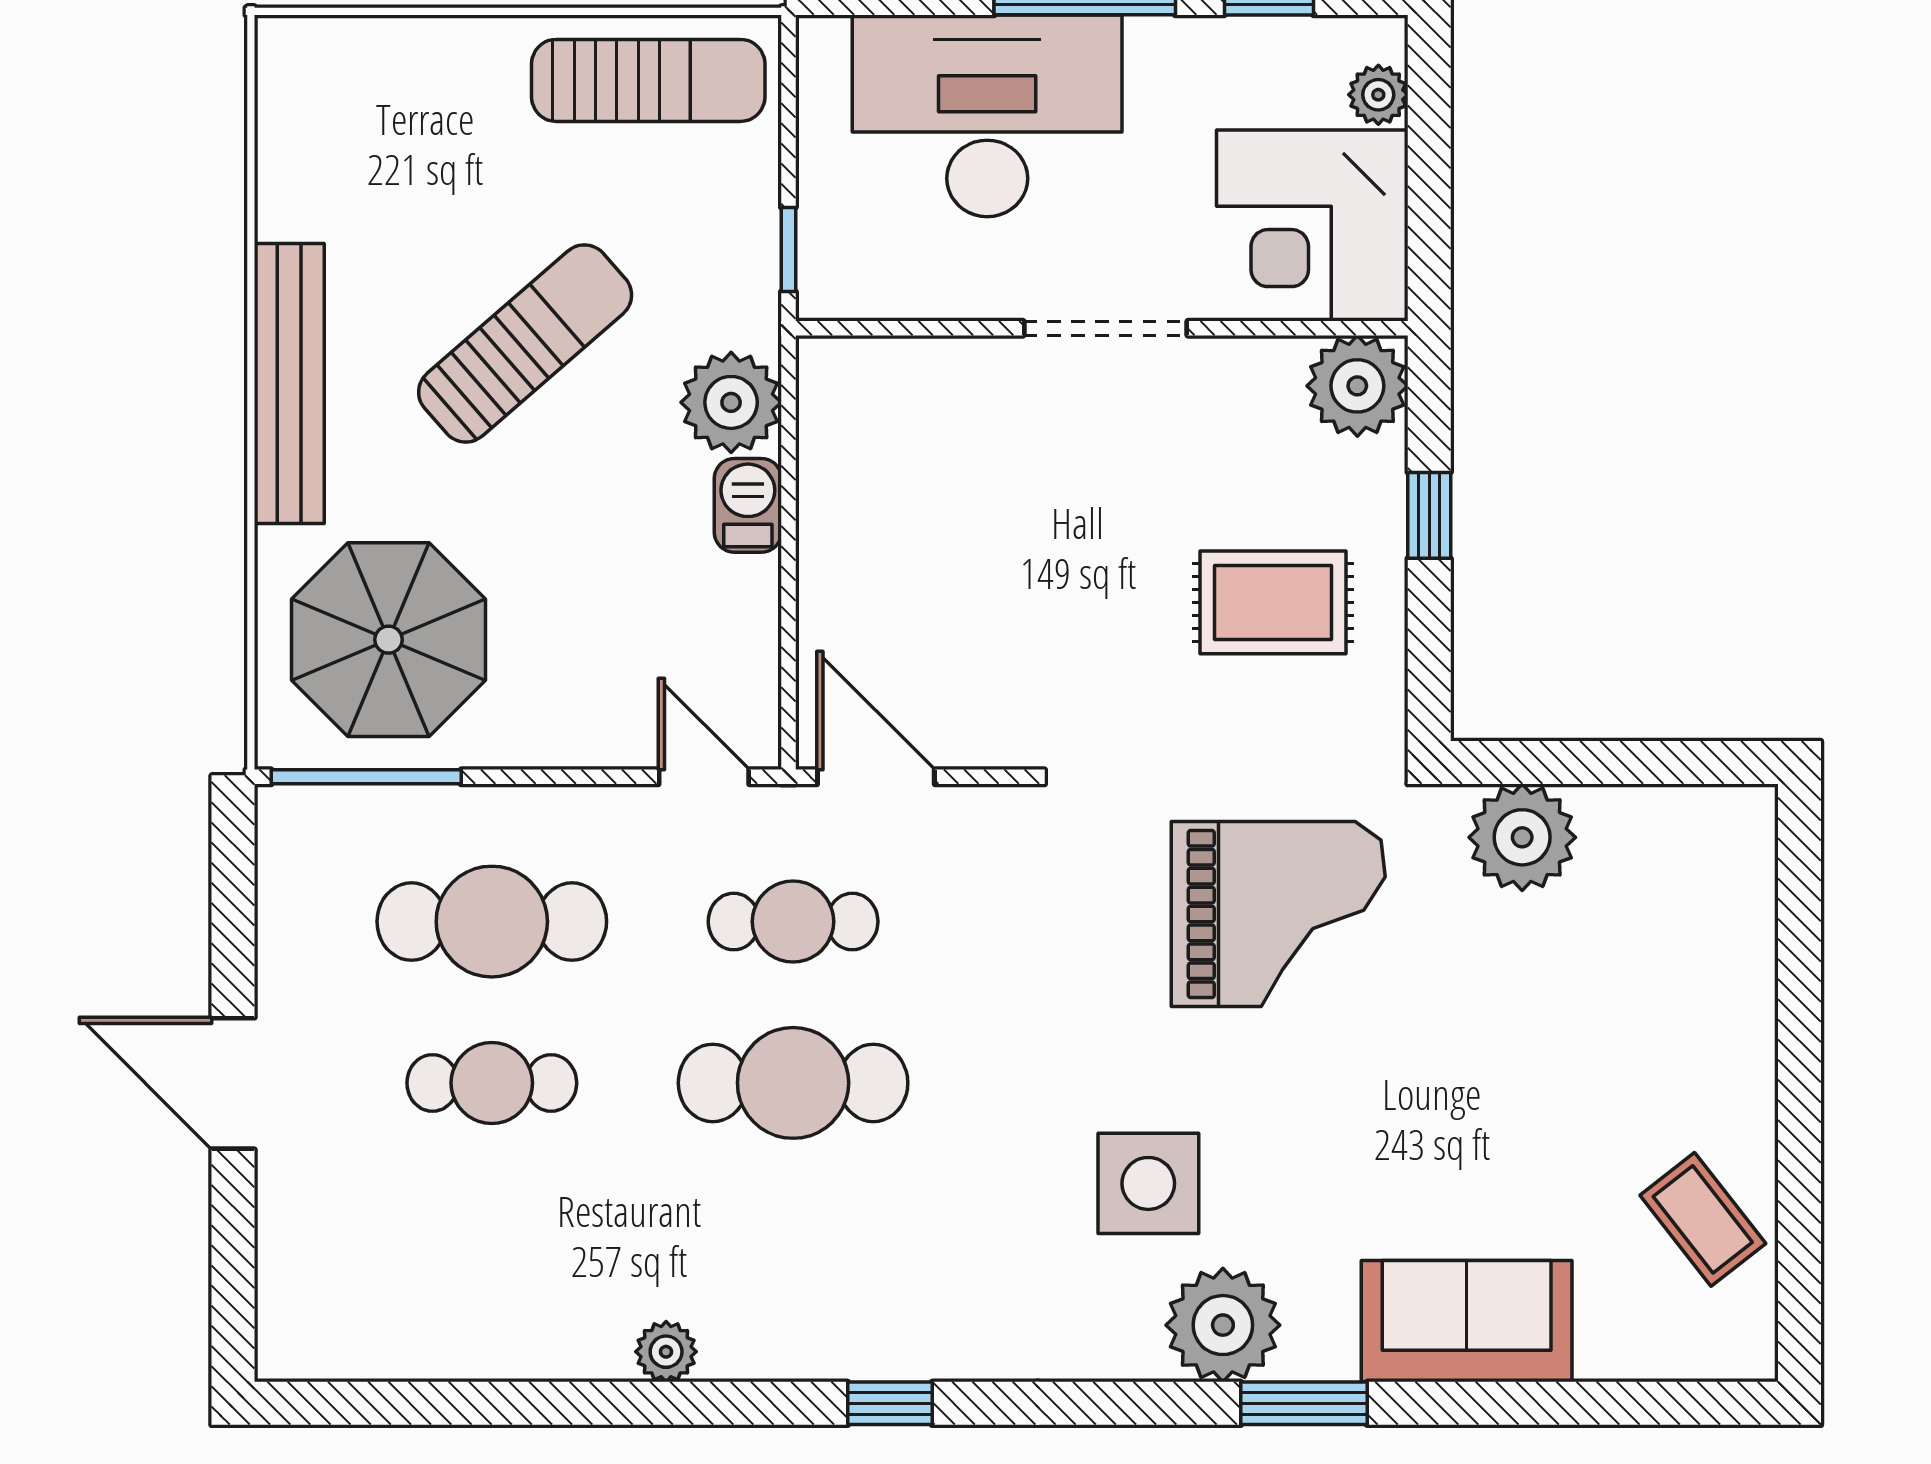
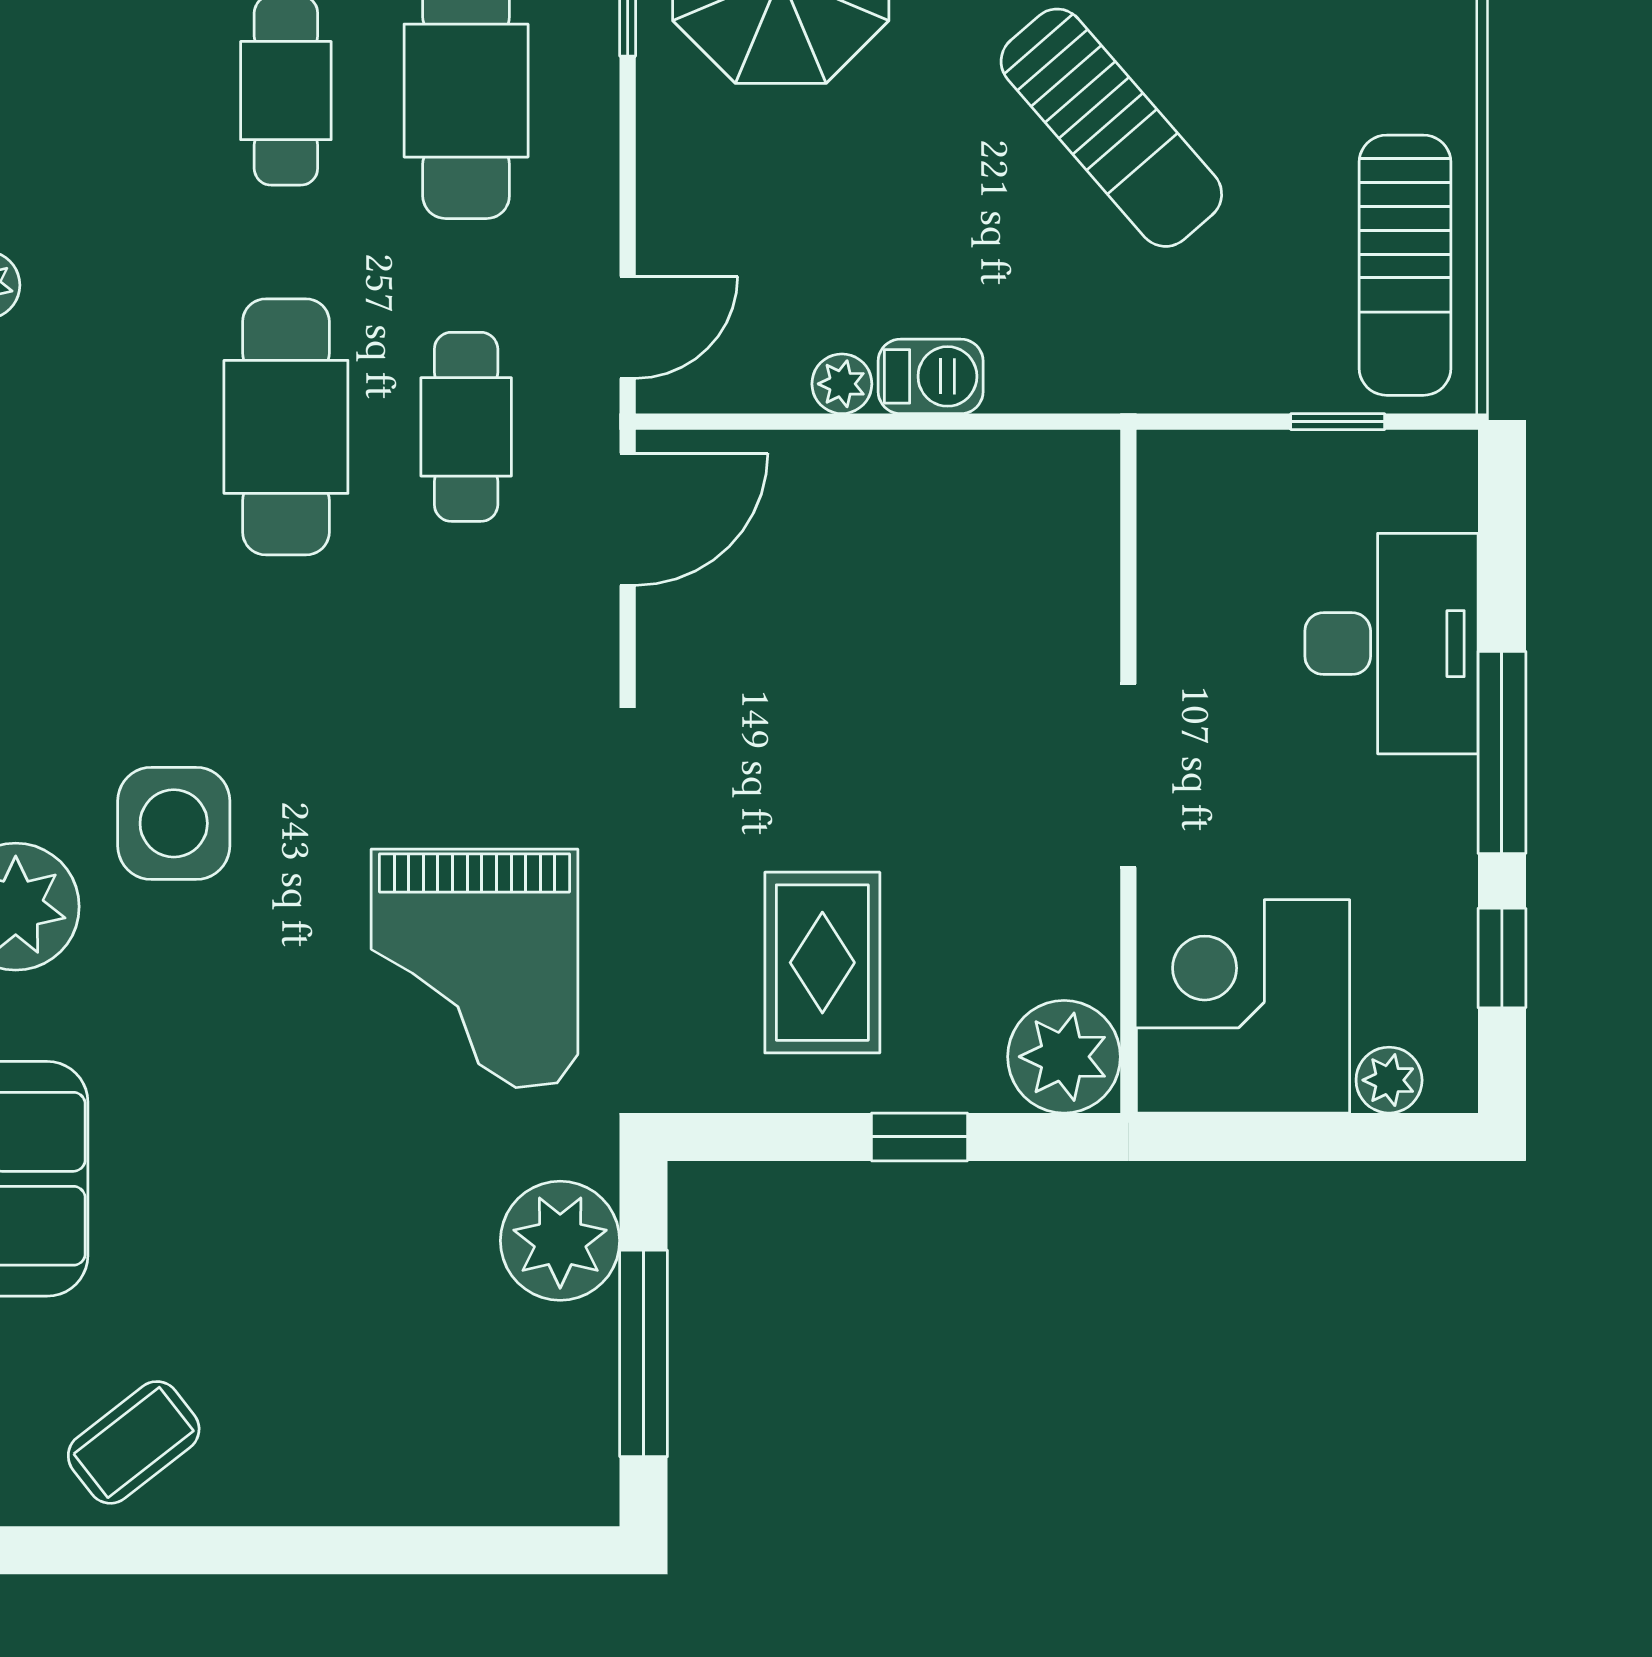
desk: (987, 116) -> (1391, 644), width x0.73, depth x0.77
window: (788, 249) -> (1338, 422), moved
plant: (731, 402) -> (842, 384), moved, width x0.53, depth x0.53
window: (1623, 763) -> (644, 1353), added

